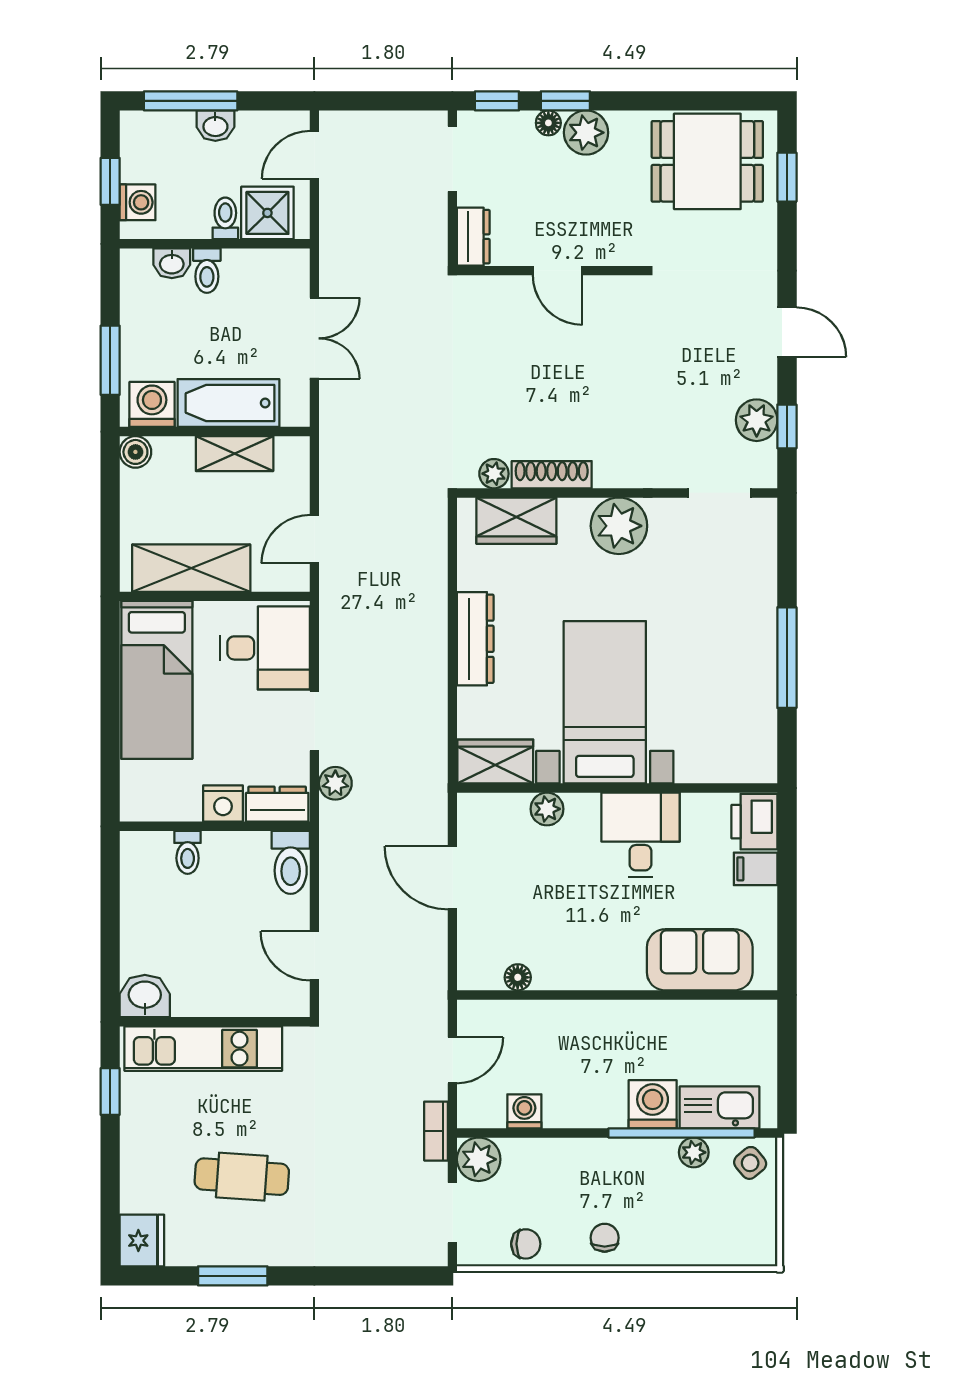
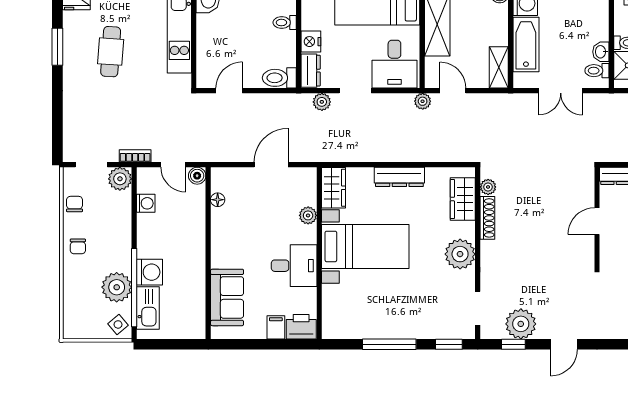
washbasin: (172, 263) -> (601, 52), moved
toilet: (207, 271) -> (597, 71), moved
plant: (757, 420) -> (521, 324), width x1.36, depth x1.36
shelving: (235, 454) -> (499, 67), moved
window: (787, 546) -> (449, 344), added
plant: (334, 596) -> (423, 101), added
boiler: (473, 1016) -> (197, 176), added
plant: (694, 1152) -> (117, 287), width x1.88, depth x1.88
chair: (605, 1238) -> (78, 246), turned 90
chair: (526, 1244) -> (75, 204), turned 180

